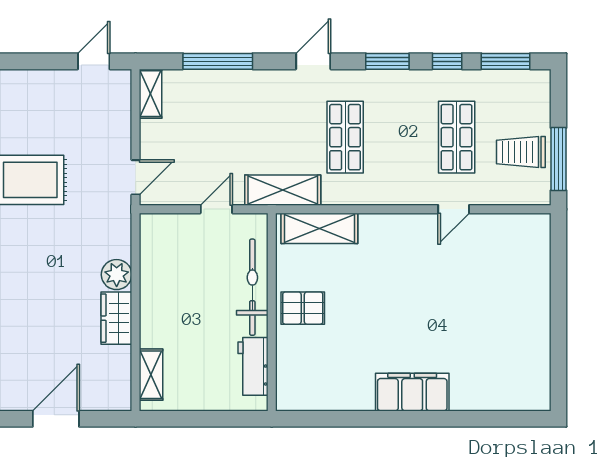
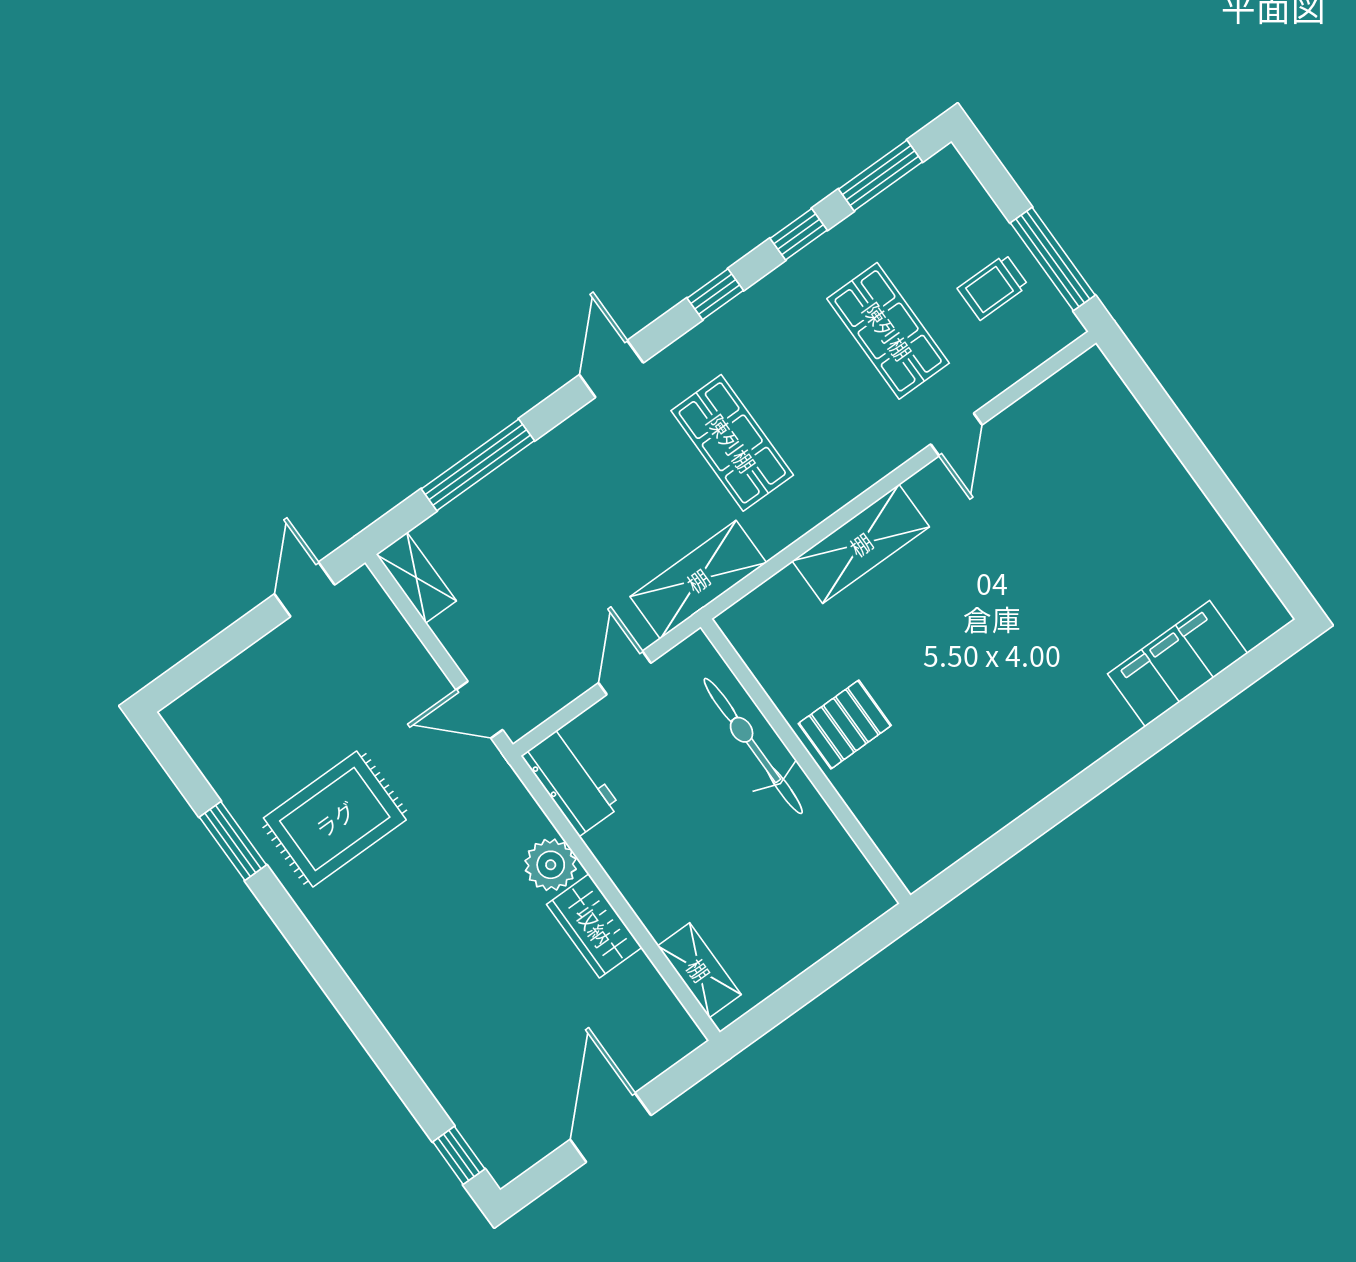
window: (387, 61) -> (715, 294), width x0.67
trolley: (521, 152) -> (993, 287), width x0.73, depth x0.72
door: (136, 177) -> (479, 710), swing flipped
shelving: (319, 228) -> (861, 544), moved
workbench: (253, 366) -> (571, 781), moved, turned 180
filing cabinet: (412, 392) -> (1177, 664), moved

